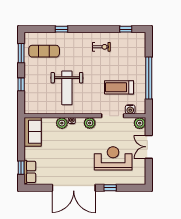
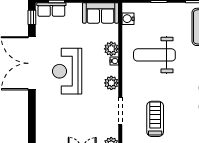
water cooler: (130, 109) -> (128, 19), moved
reception desk: (113, 158) -> (67, 71), moved, turned 180
window: (110, 188) -> (32, 17), moved

